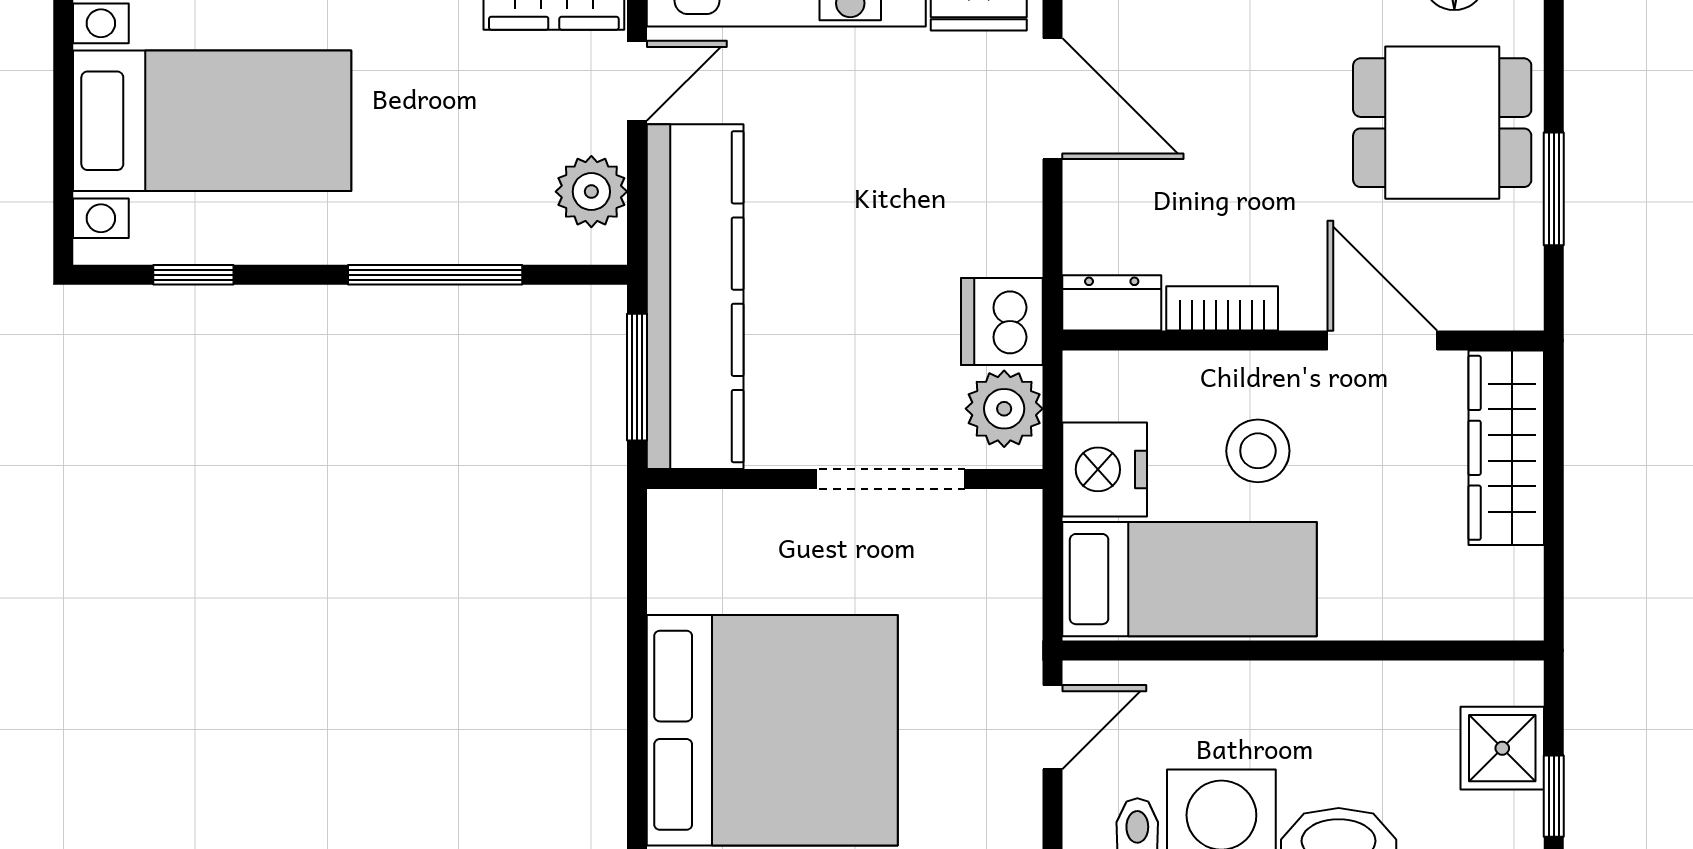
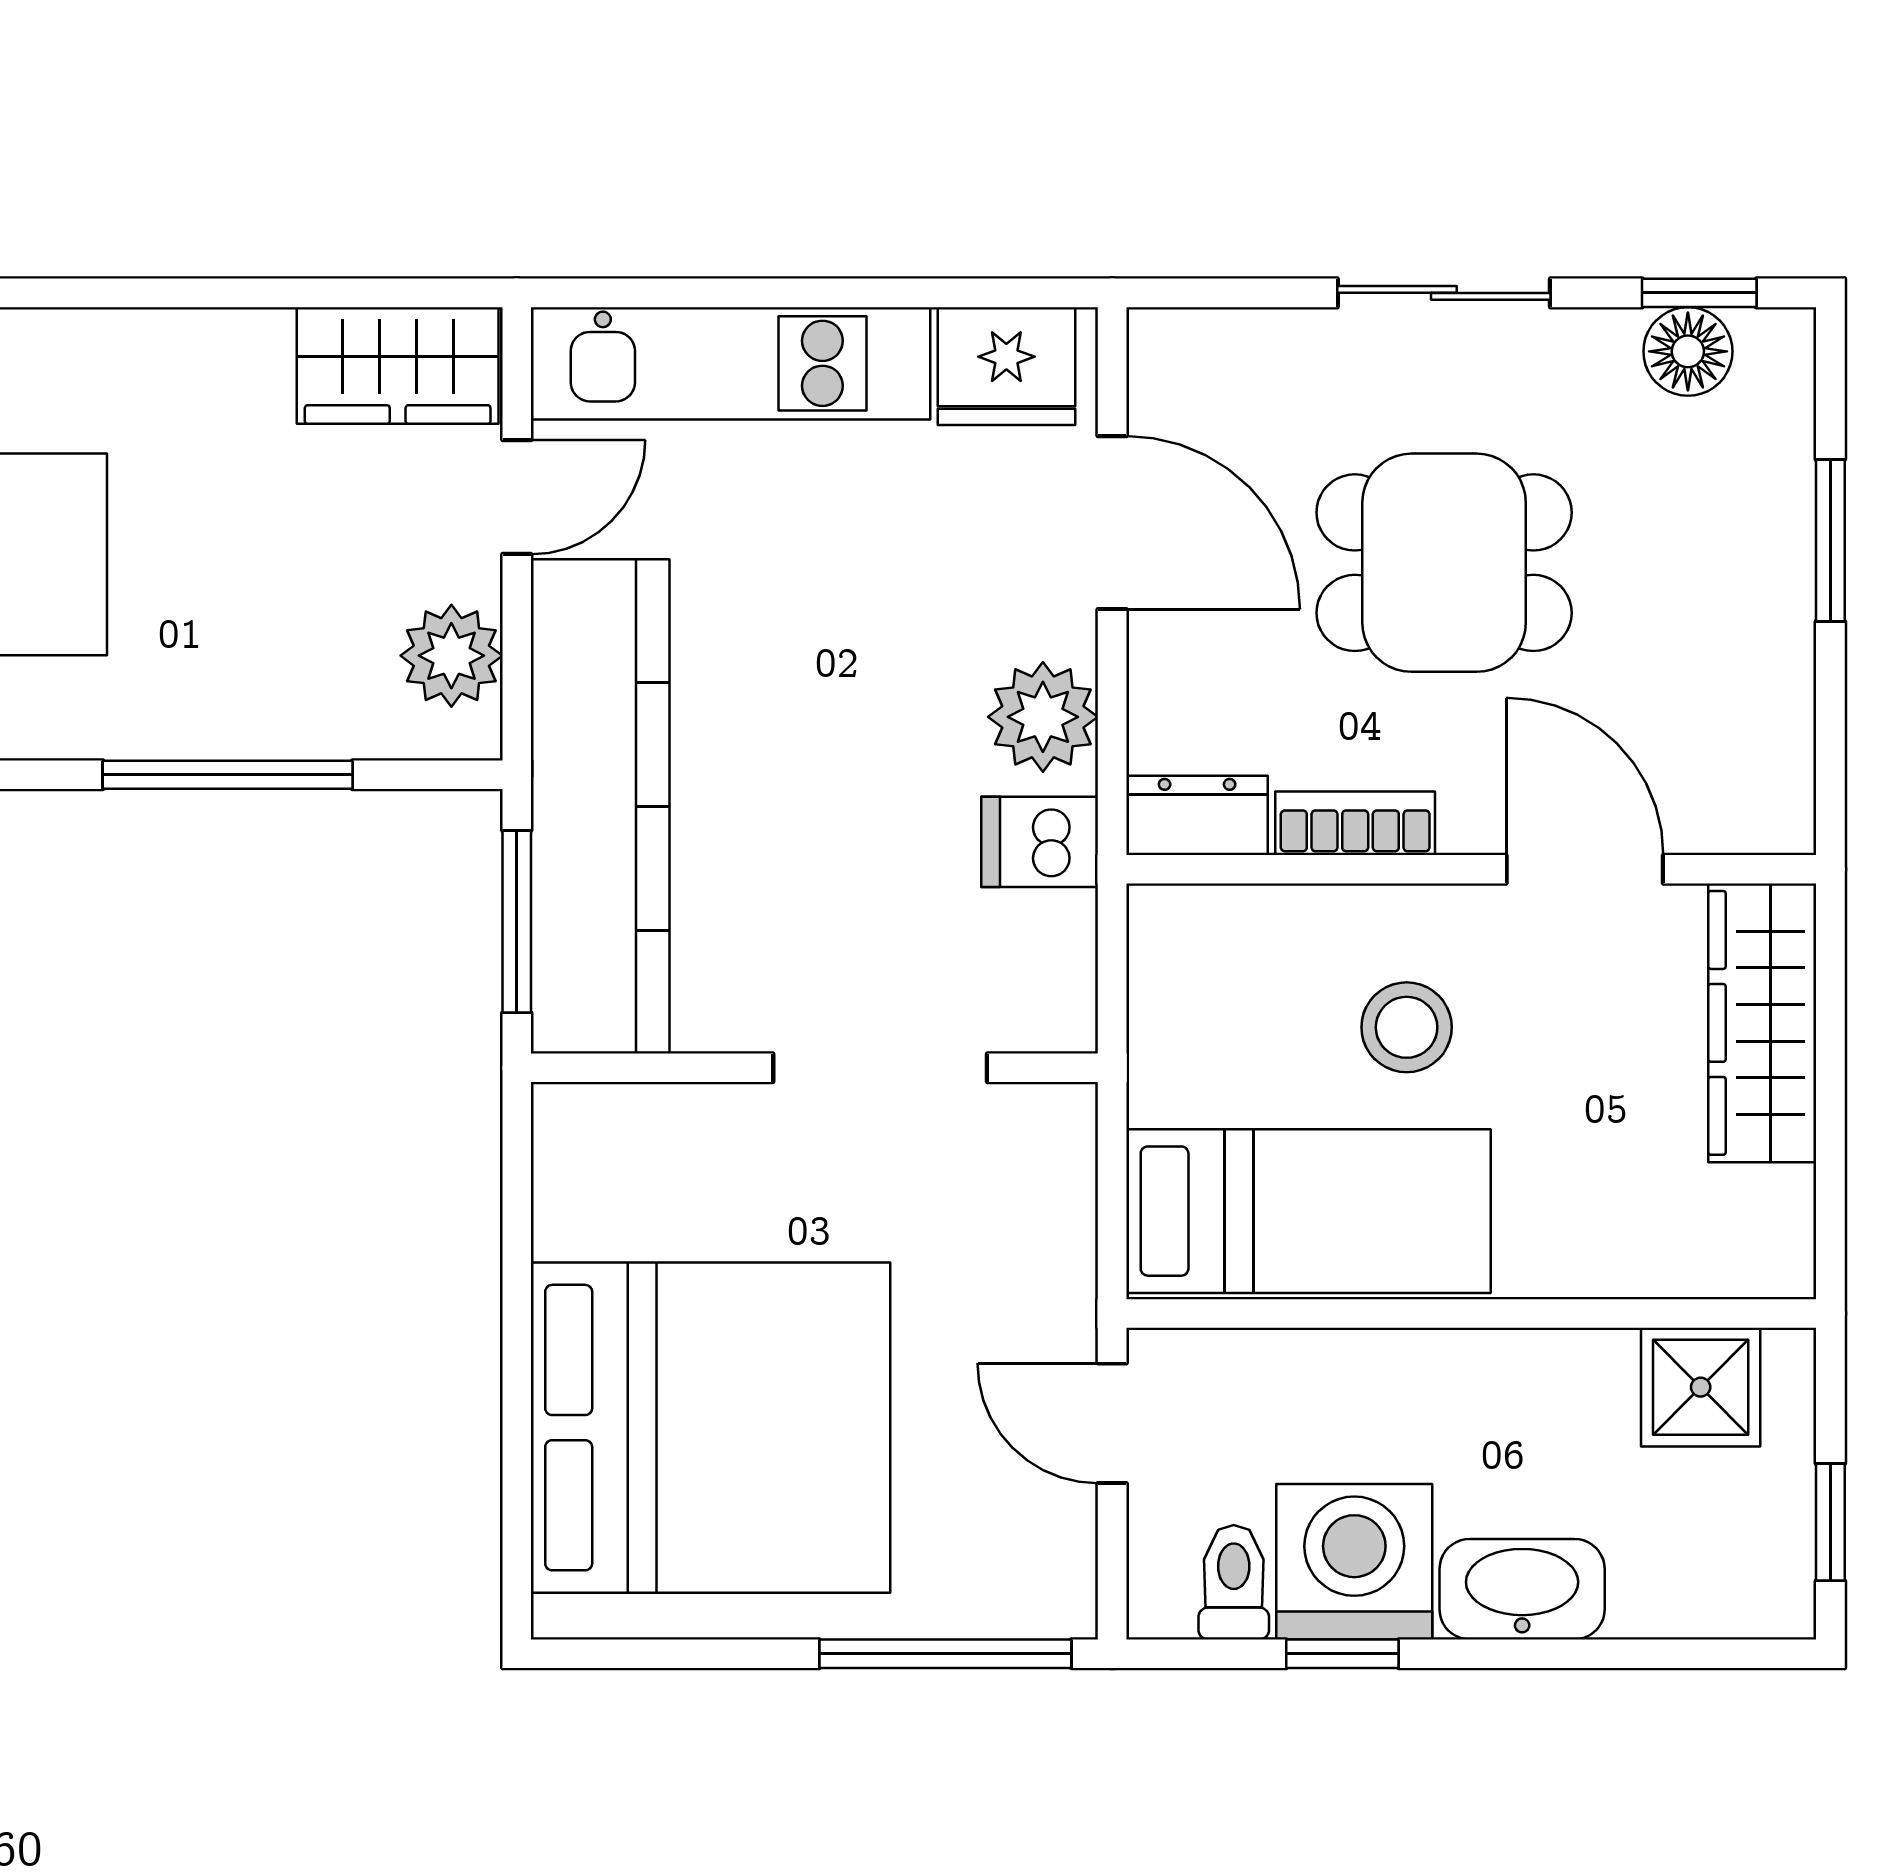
dining table: (1442, 123) -> (1444, 563), moved
window: (1554, 189) -> (1830, 540), moved
dishwasher: (1002, 321) -> (1040, 842), width x0.73
plant: (1004, 409) -> (1043, 717), moved
nightstand: (1105, 469) -> (1187, 1054), removed
door: (1052, 727) -> (1112, 1423), swing flipped
shower: (1502, 748) -> (1701, 1387), moved

